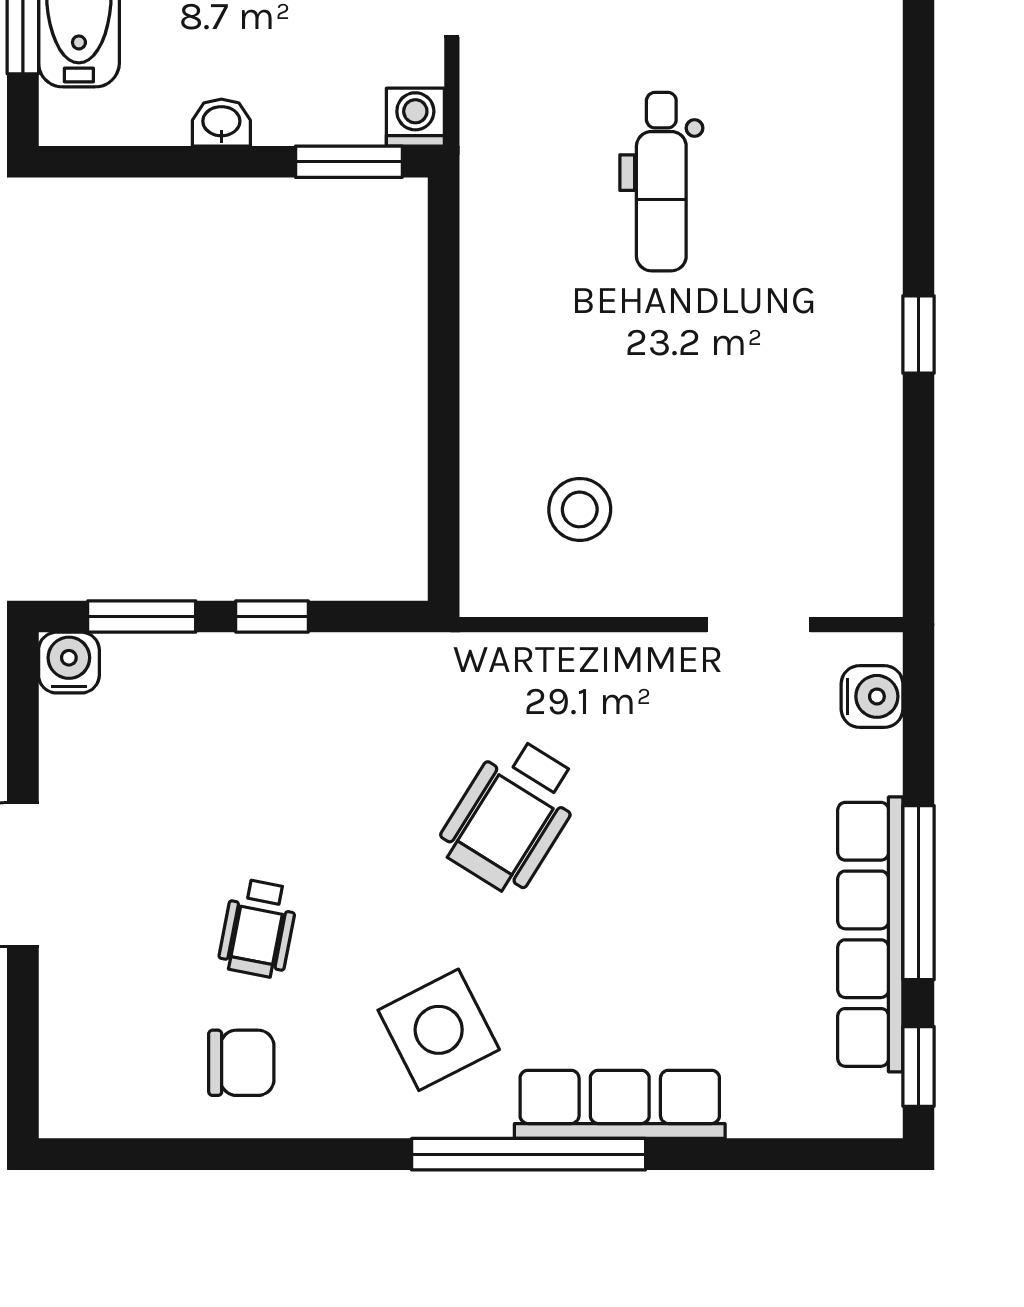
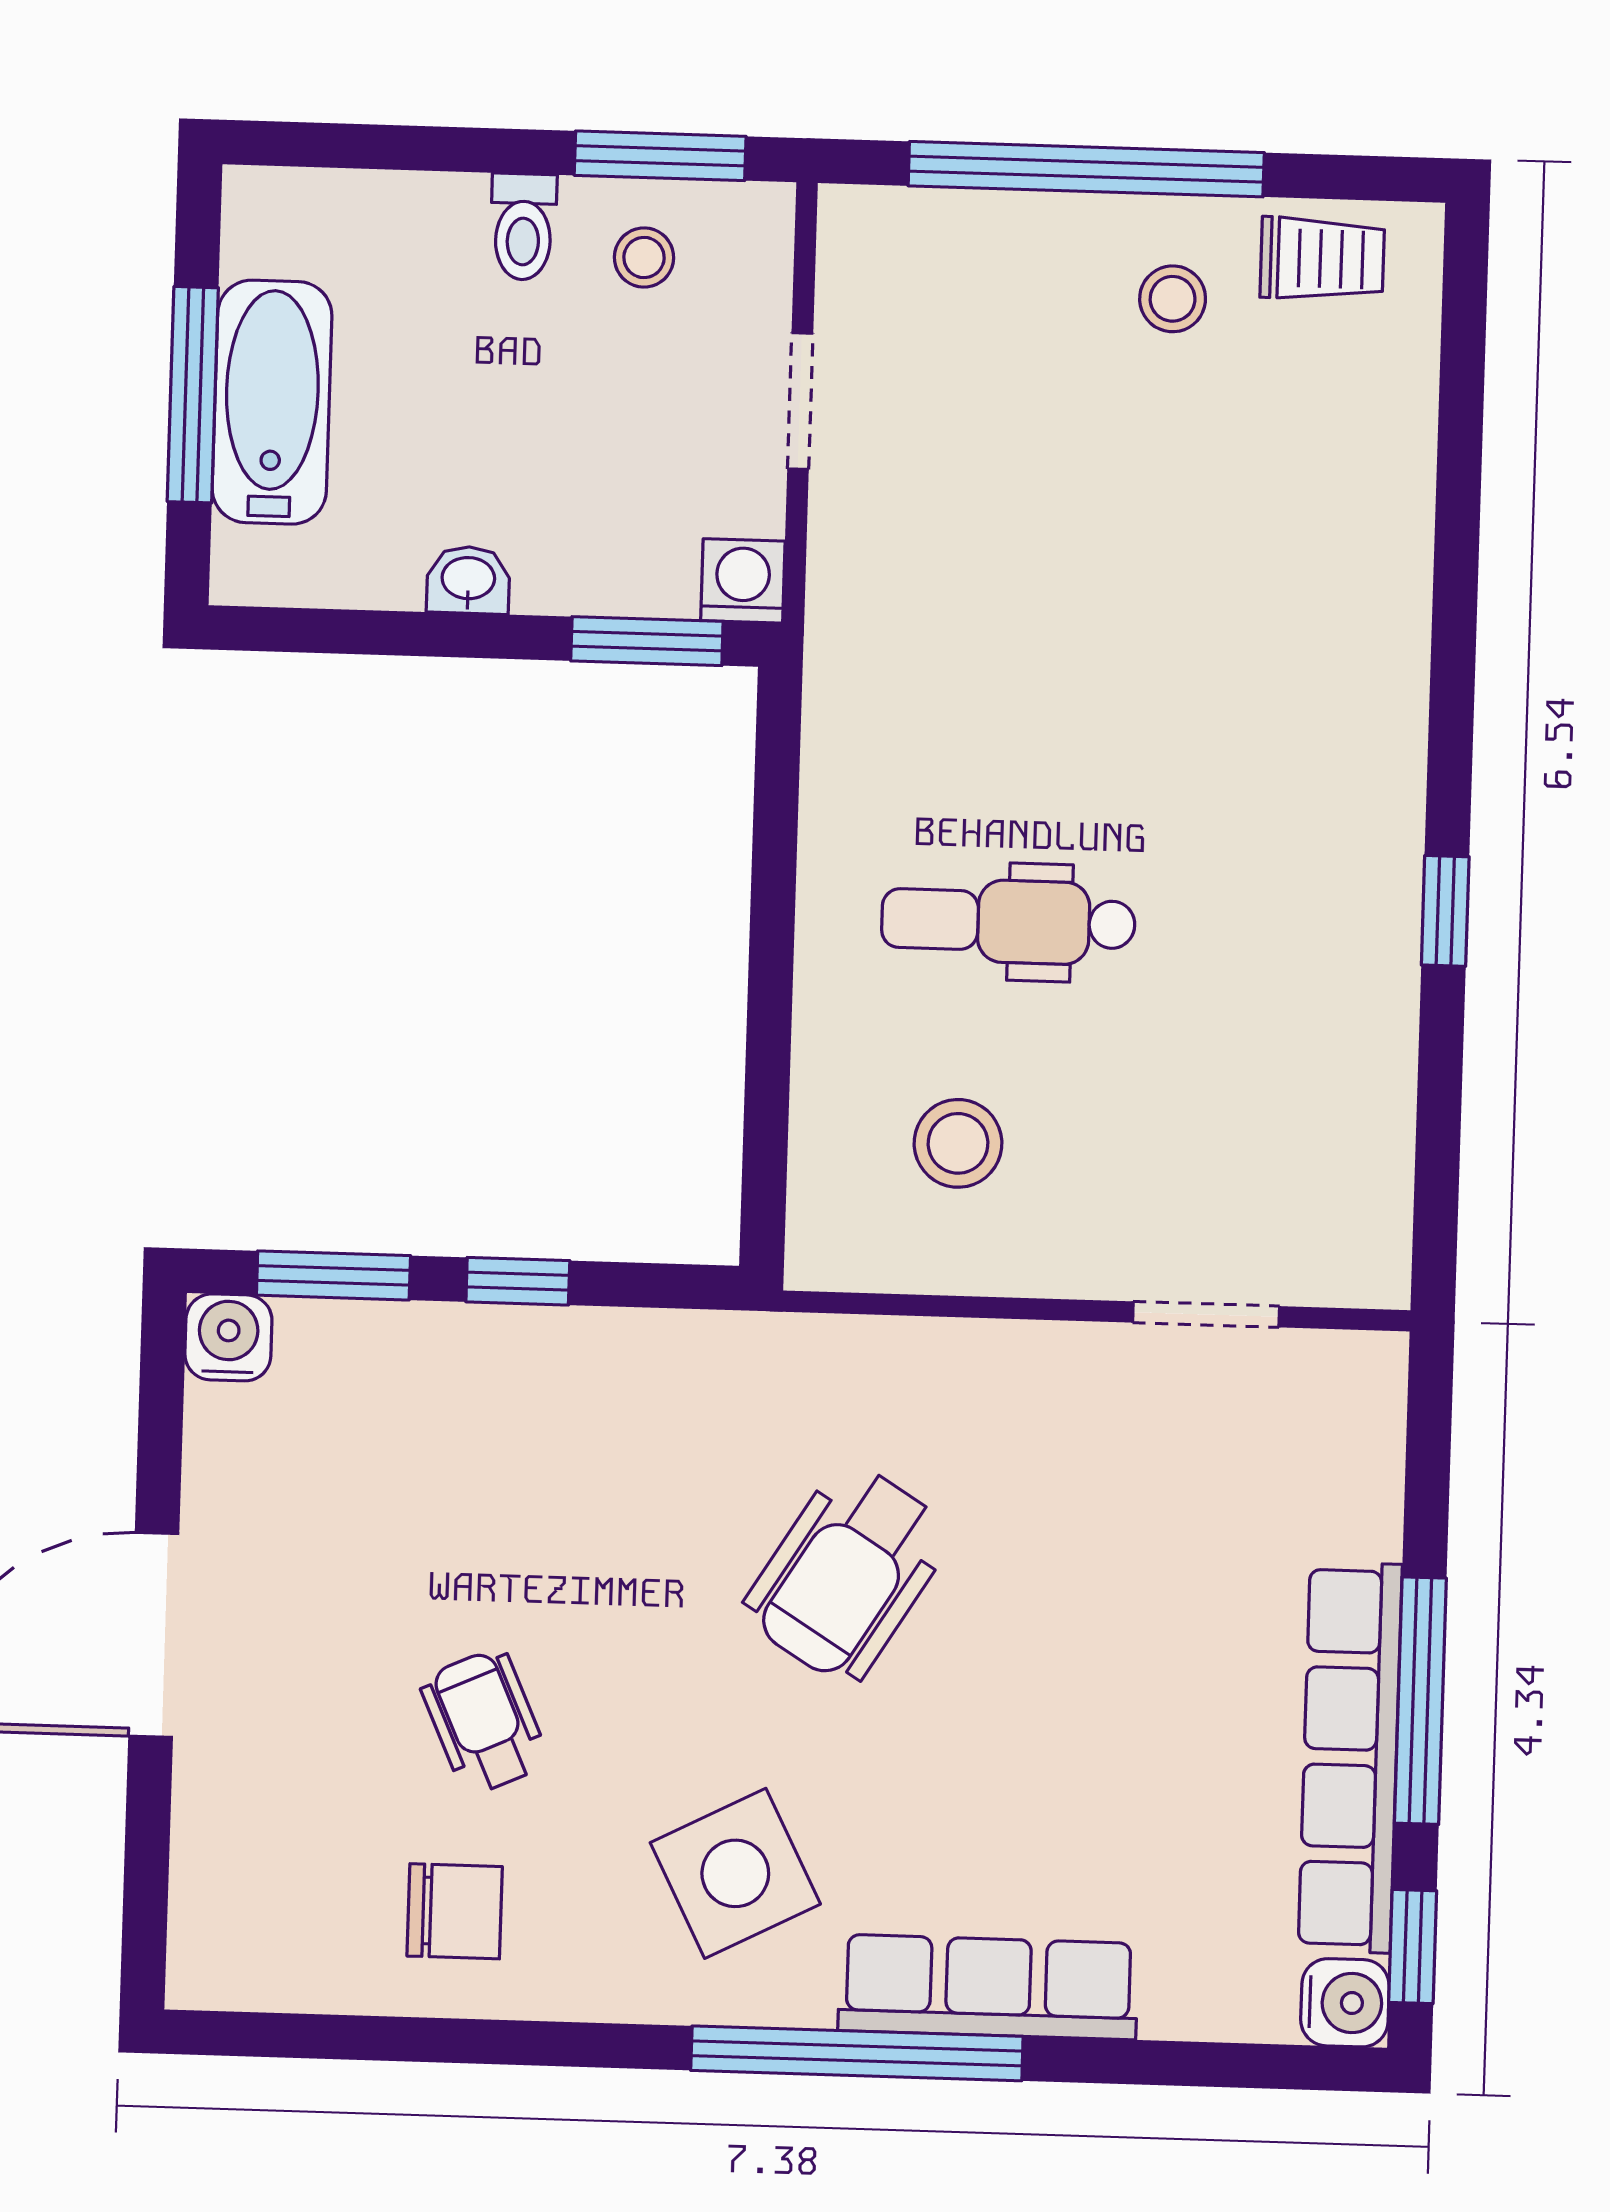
dental chair: (661, 182) -> (1008, 922), moved, turned 90
water cooler: (872, 696) -> (1345, 2003), moved
wheelchair: (258, 928) -> (484, 1722), turned 145

